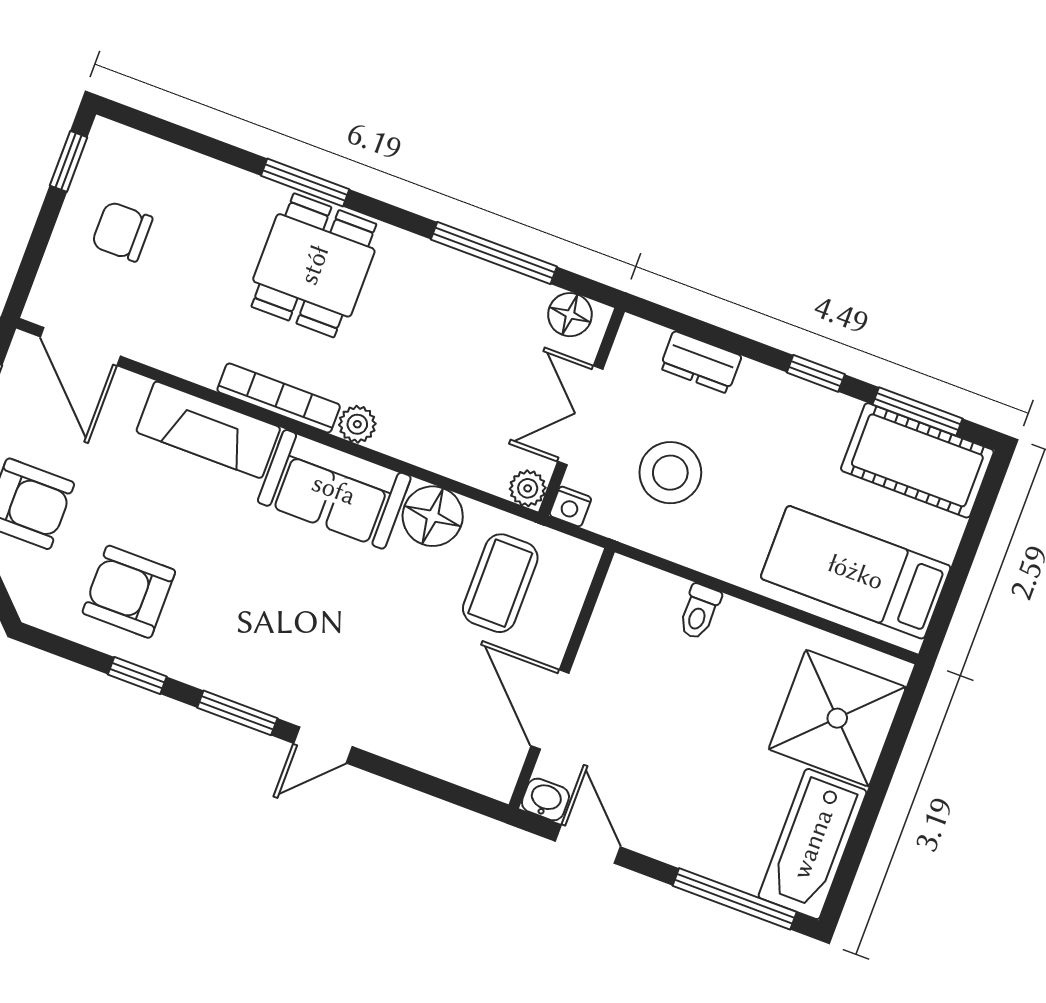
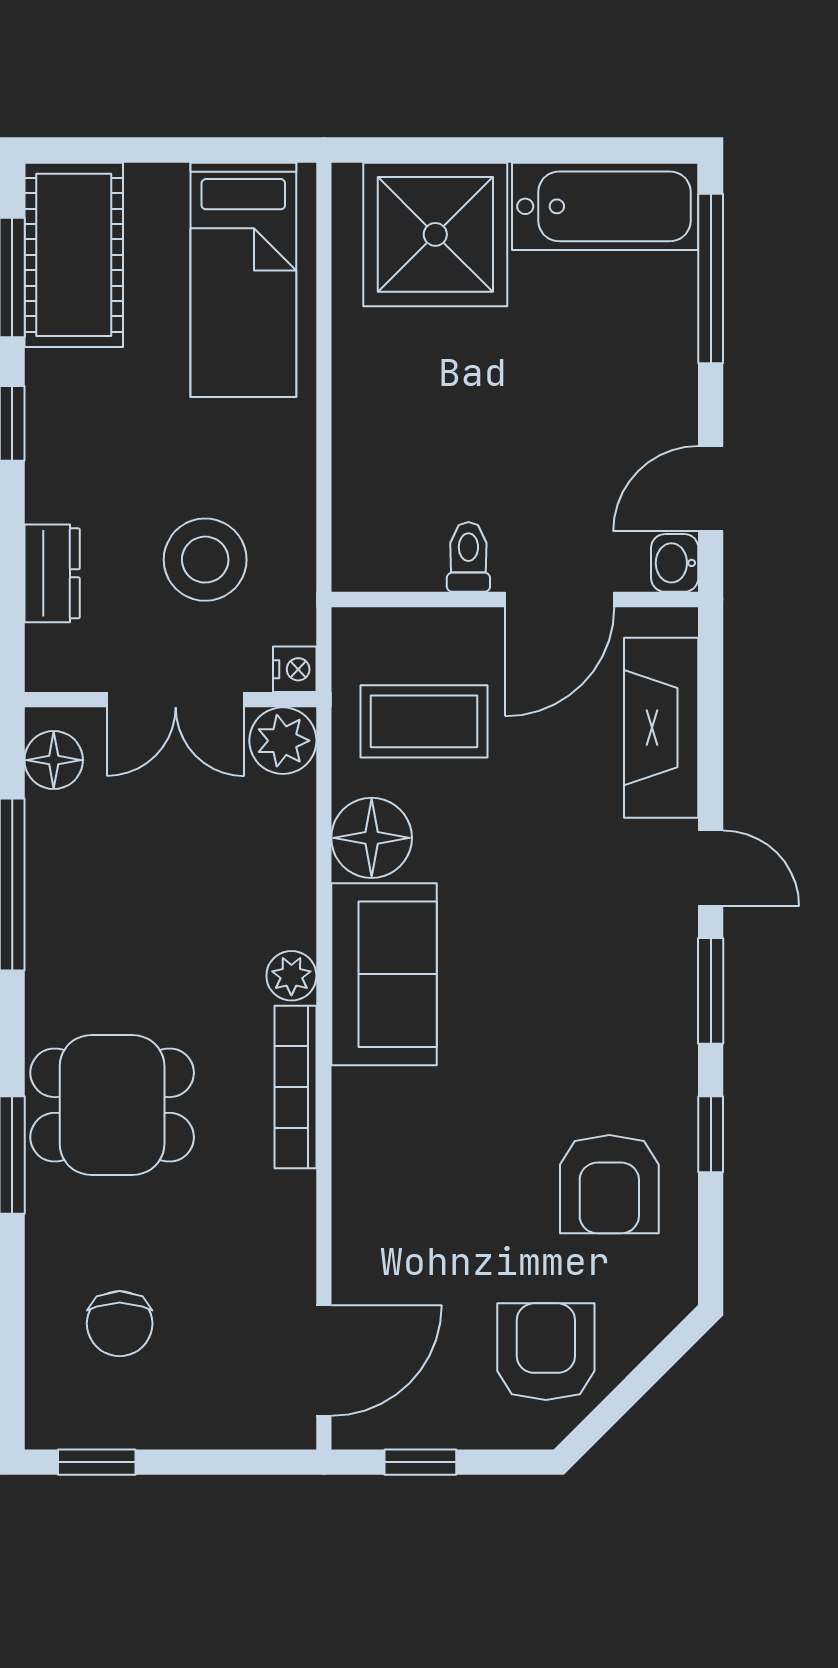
chair: (122, 231) -> (120, 1324), moved
fireplace: (208, 430) -> (661, 728), moved, turned 180
plant: (528, 488) -> (283, 741), width x1.38, depth x1.38
toilet: (699, 612) -> (468, 557), moved, turned -90

